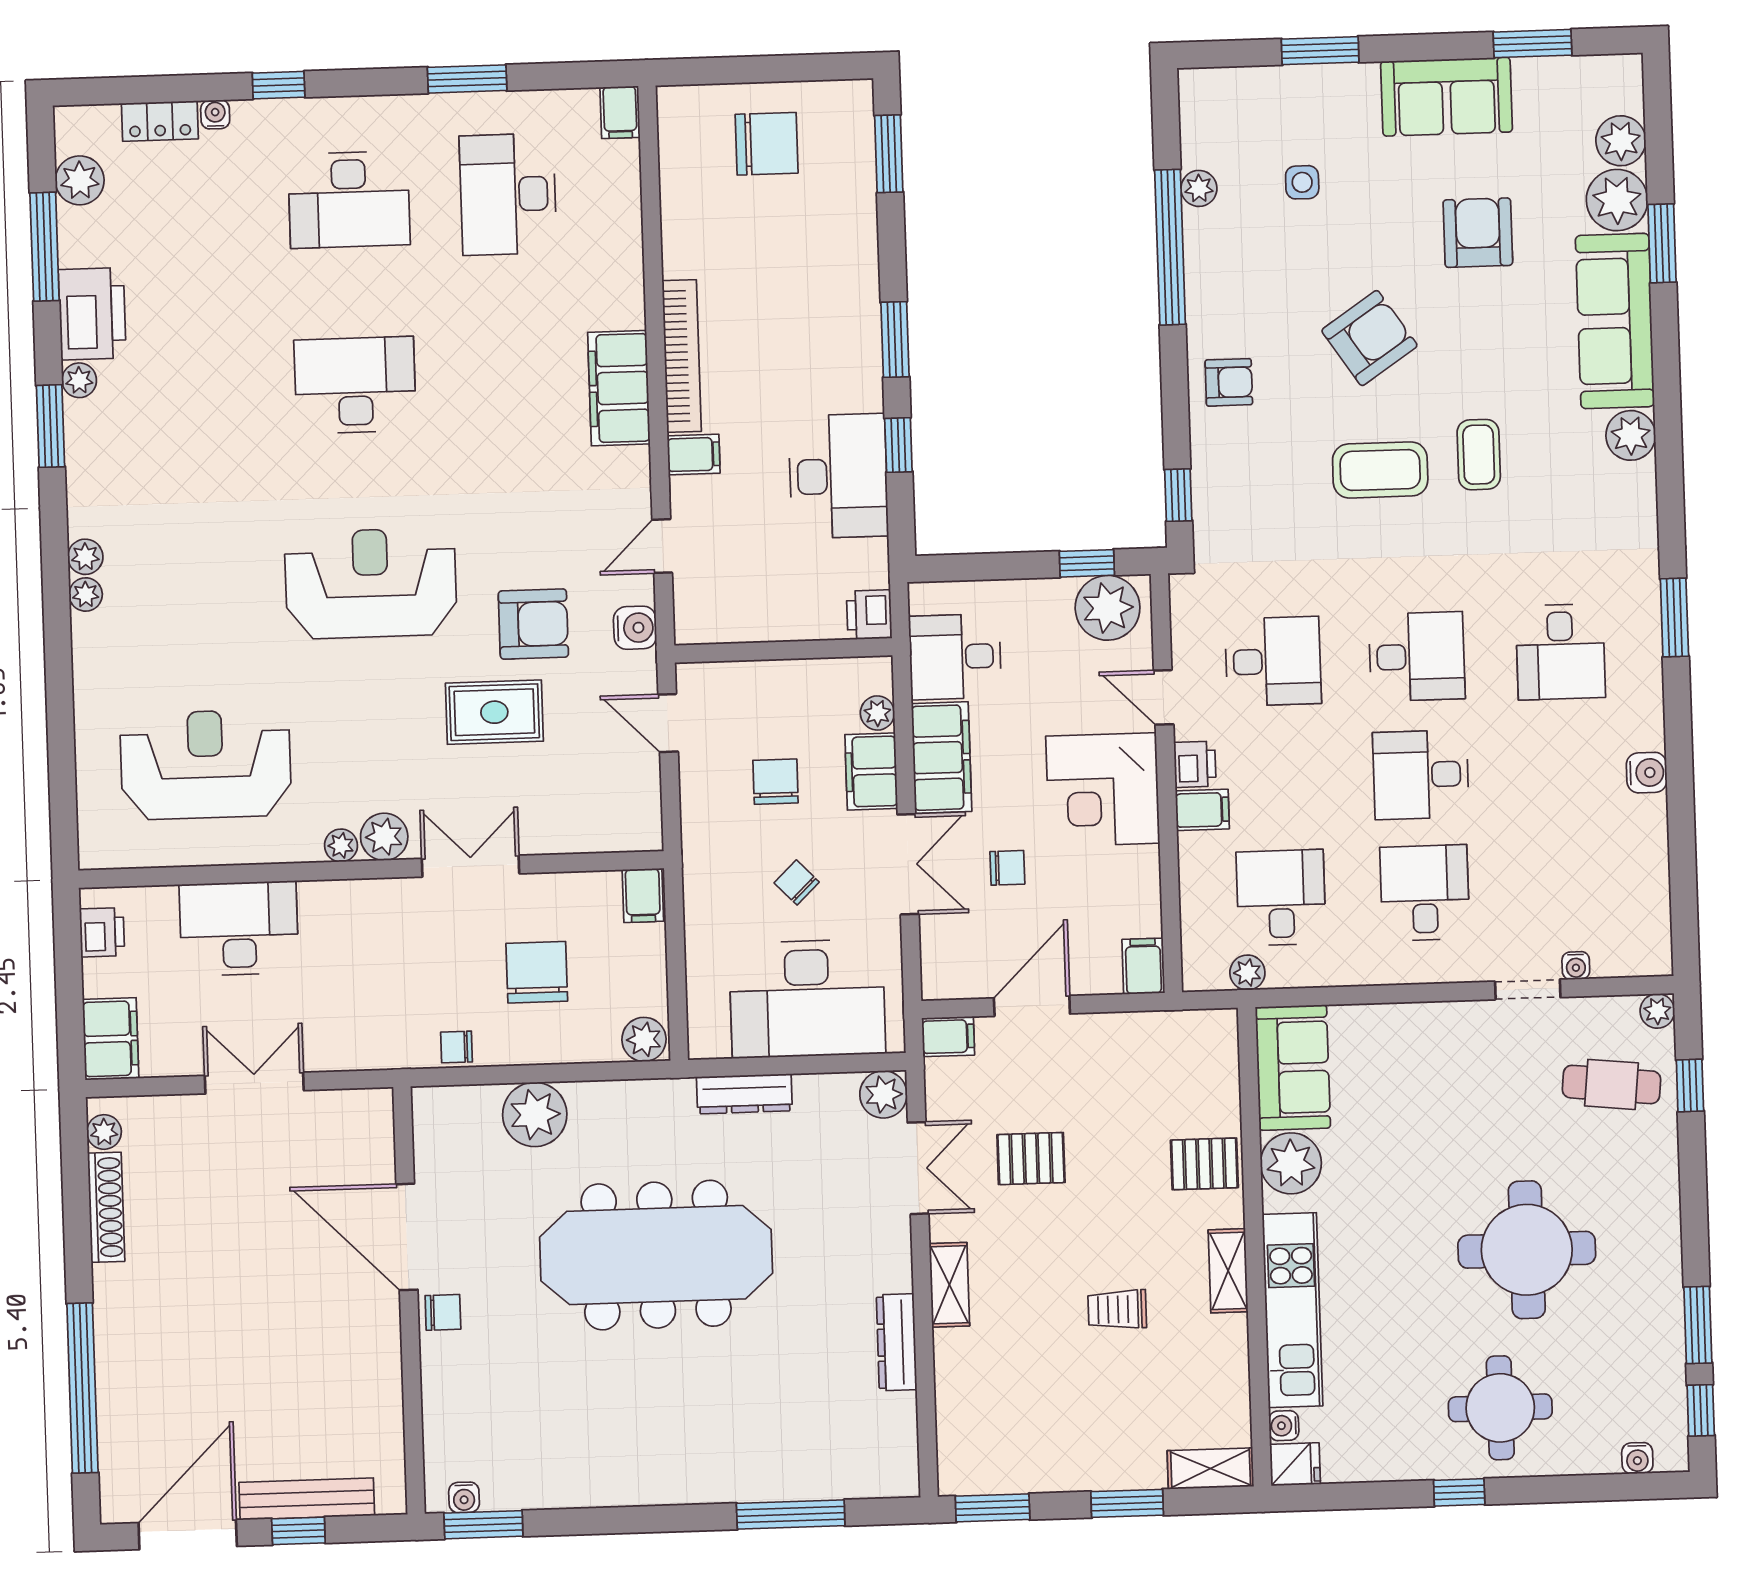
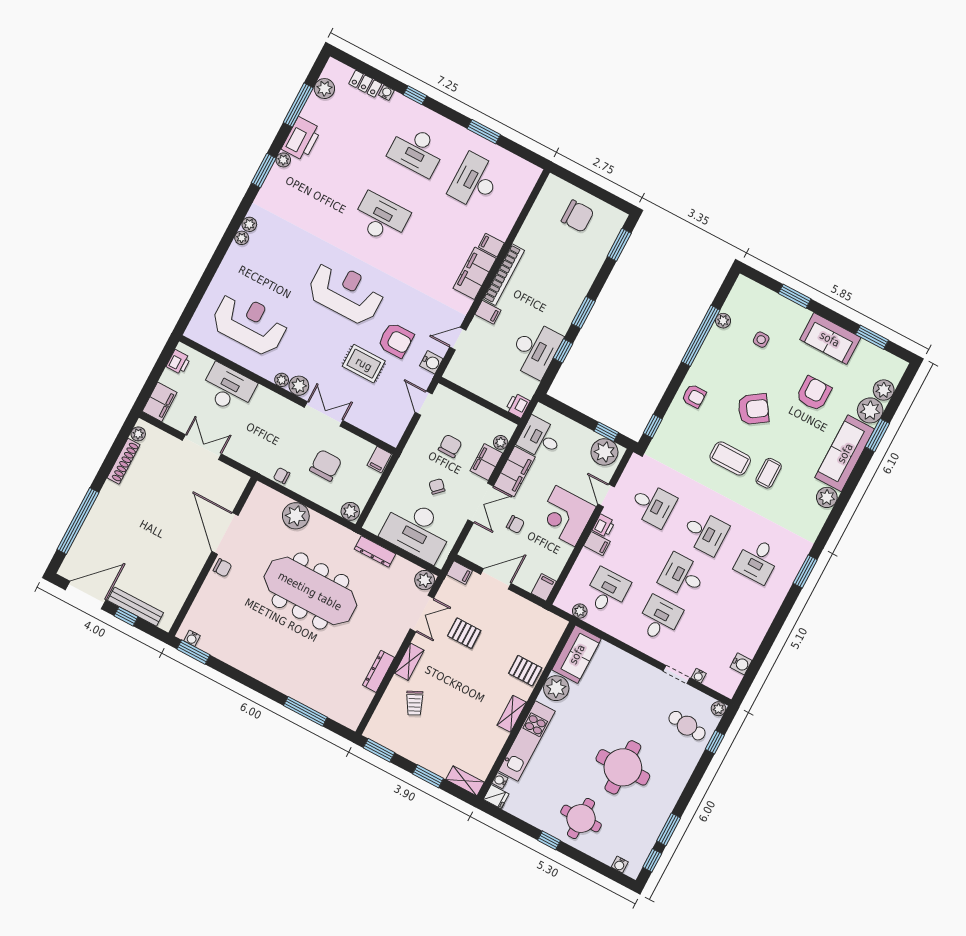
filing cabinet: (620, 112) -> (491, 245), moved, turned 90
water cooler: (1647, 773) -> (741, 664), moved
trolley: (1117, 1309) -> (415, 703), moved, turned -116

